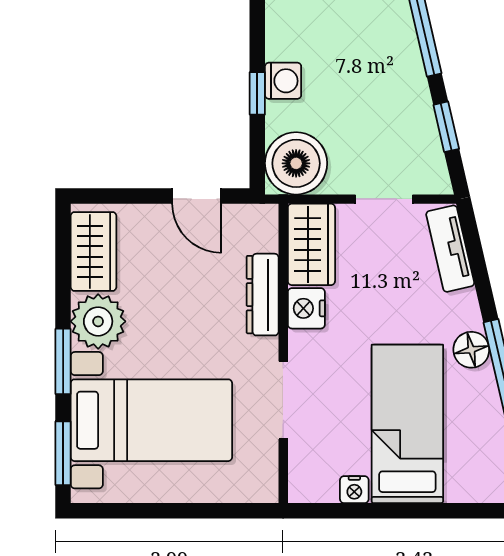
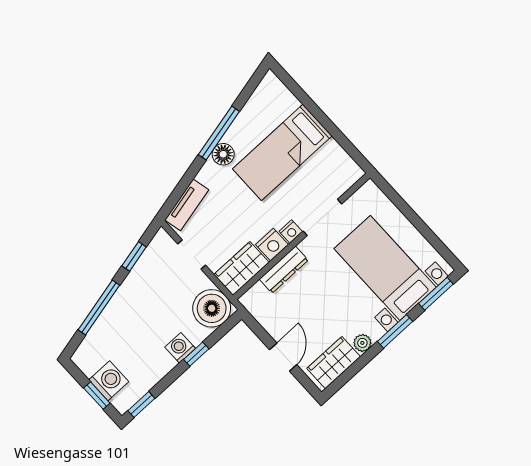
door: (197, 196) -> (283, 357), moved
plant: (98, 321) -> (362, 343), width x0.53, depth x0.53
nightstand: (354, 490) -> (291, 231), moved, turned 90

